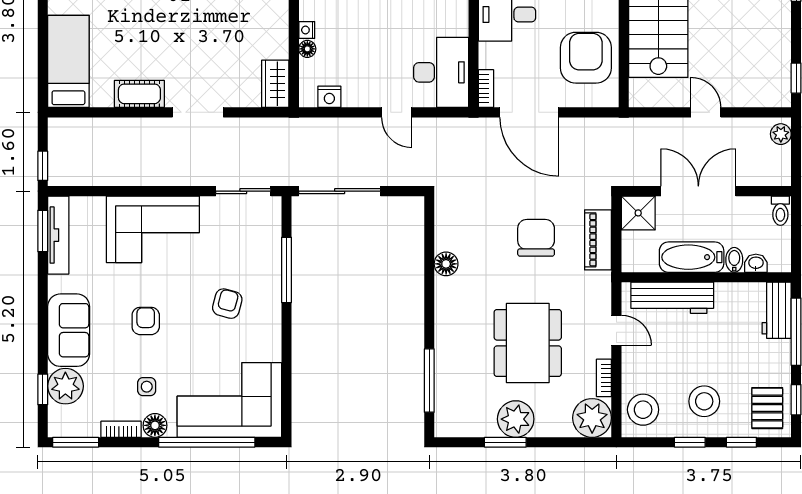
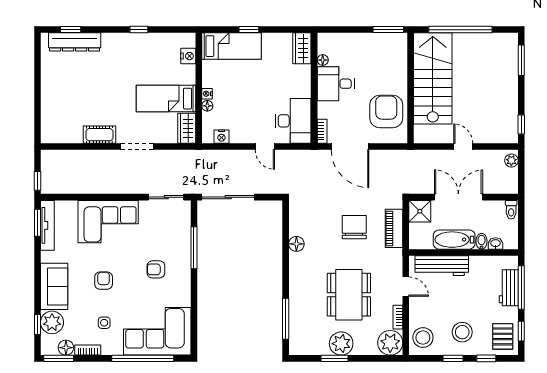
bed: (68, 61) -> (166, 99), moved, turned -90
armchair: (227, 304) -> (156, 269), turned -105
workbench: (777, 310) -> (509, 288), moved
floor lamp: (155, 425) -> (66, 348), moved

